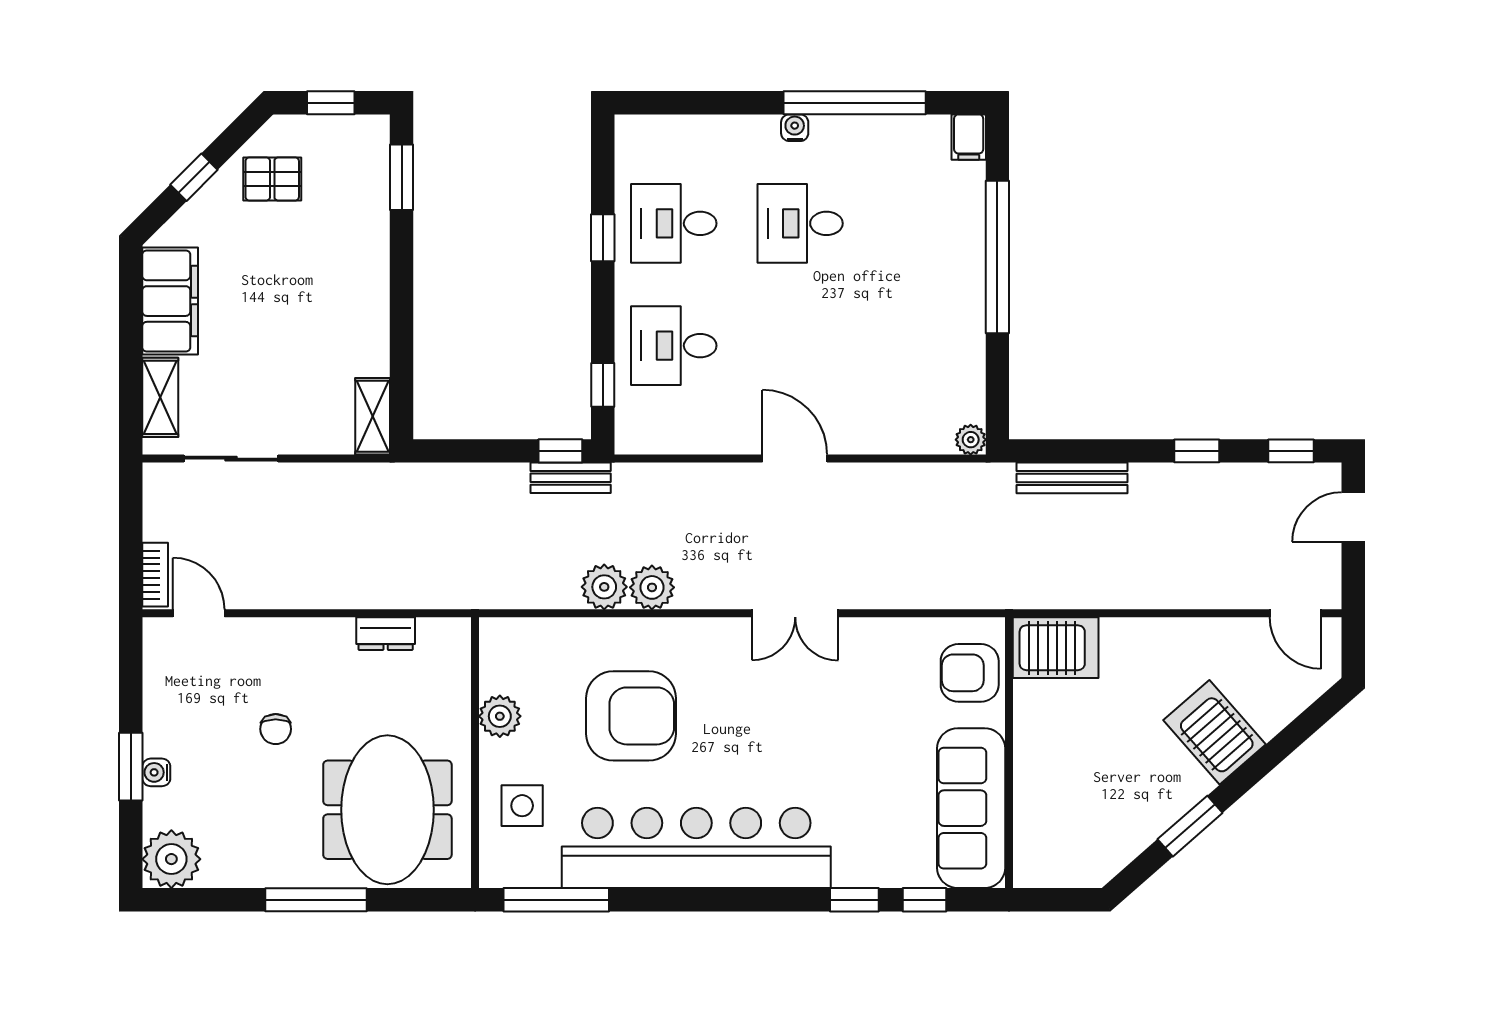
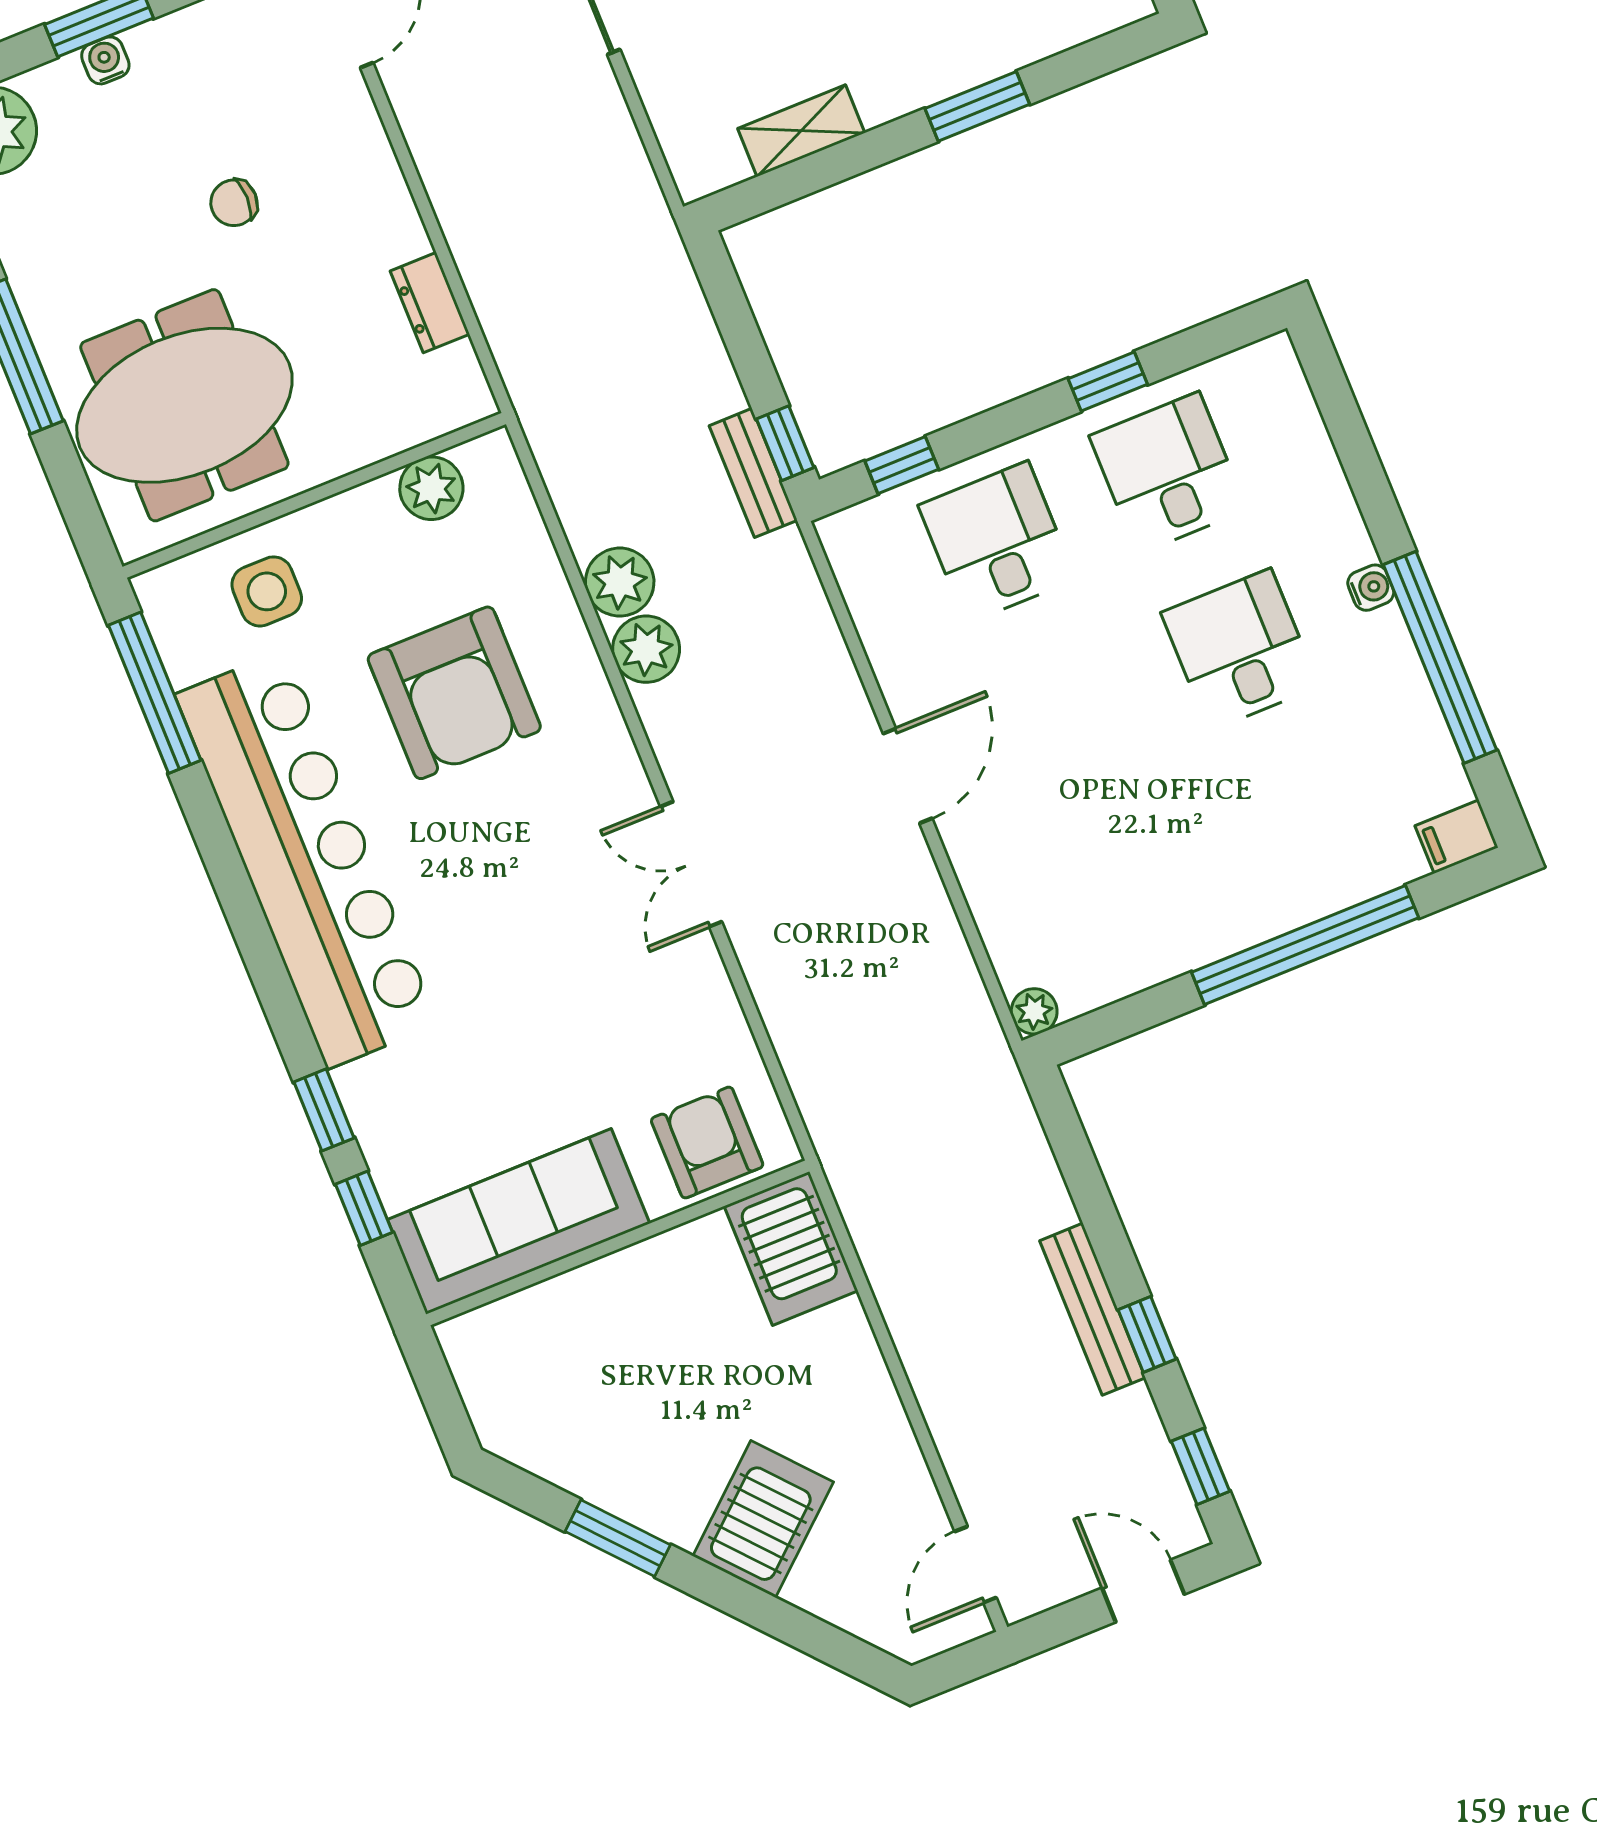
window: (402, 177) -> (977, 106), moved
shelving: (373, 416) -> (801, 131), moved
bench: (1072, 478) -> (1093, 1309), moved
plant: (500, 716) -> (431, 488), moved

